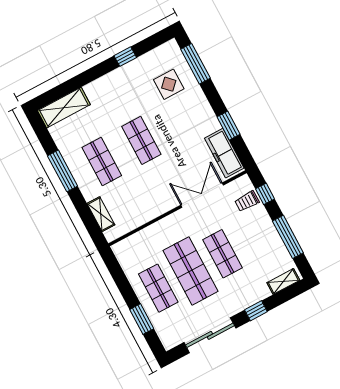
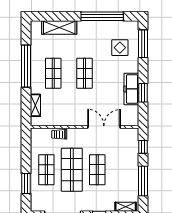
window: (125, 57) -> (102, 16), width x3.17
shelving: (64, 108) -> (59, 28), moved
freezer: (224, 153) -> (131, 89), moved
window: (63, 171) -> (26, 66), width x1.46
trolley: (247, 201) -> (59, 134), moved

